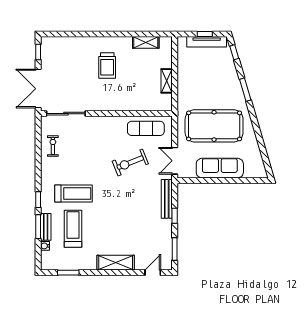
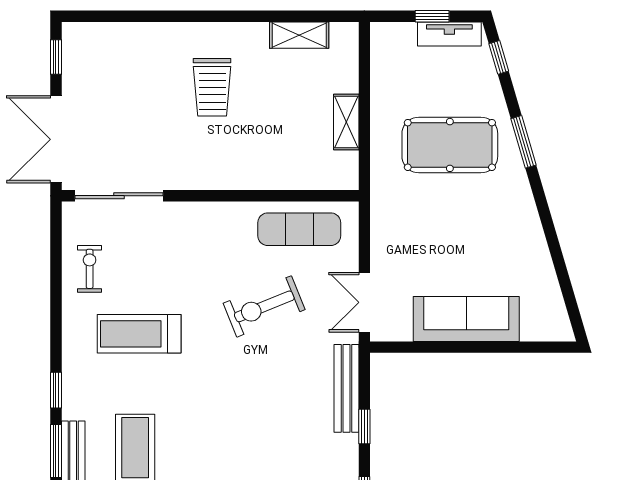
tv unit: (207, 42) -> (449, 34), width x0.71
pool table: (214, 126) -> (450, 145), moved, width x0.73, depth x0.76
treadmill: (73, 194) -> (139, 334), moved, turned 180

